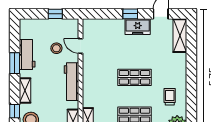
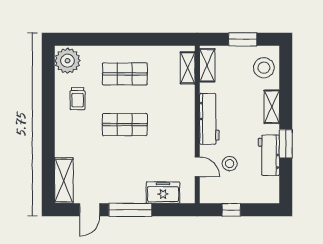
window: (130, 14) -> (130, 210), width x2.17
freezer: (138, 27) -> (163, 193), moved
window: (15, 111) -> (286, 79), removed

